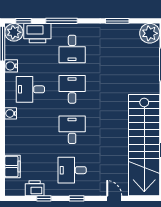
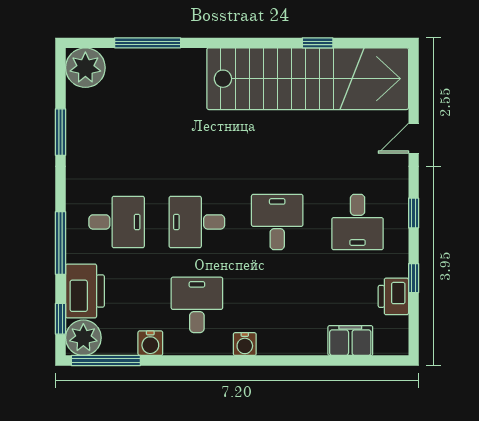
desk: (30, 89) -> (197, 305), turned 180
desk: (72, 130) -> (277, 222), turned 90

